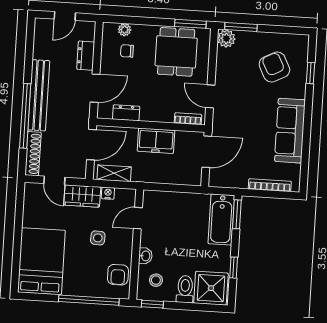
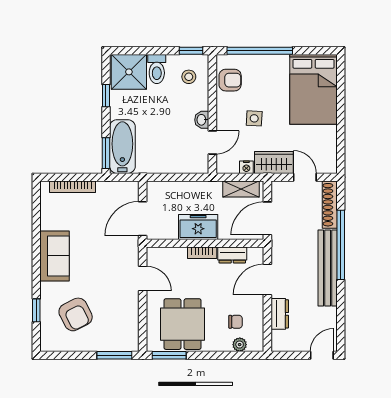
door: (65, 16) -> (322, 355), moved
plant: (226, 39) -> (129, 342), removed
bookcase: (188, 119) -> (202, 253), moved
sofa: (290, 131) -> (54, 256), width x0.73
washbasin: (145, 256) -> (202, 120), moved
armchair: (118, 275) -> (230, 80), turned 90

